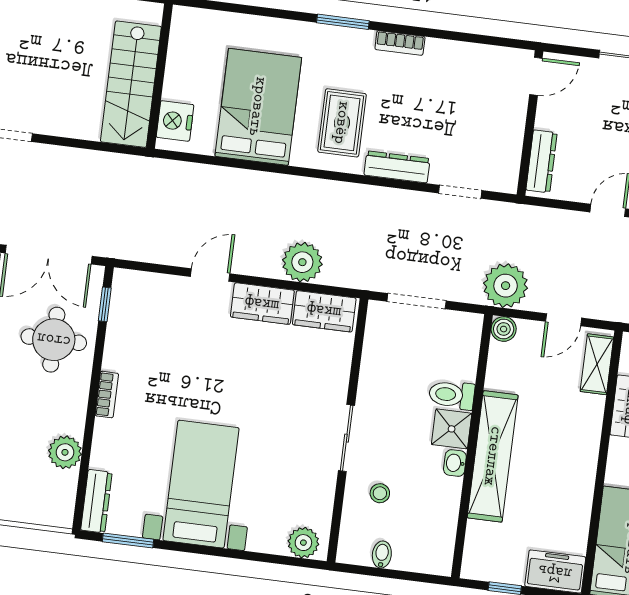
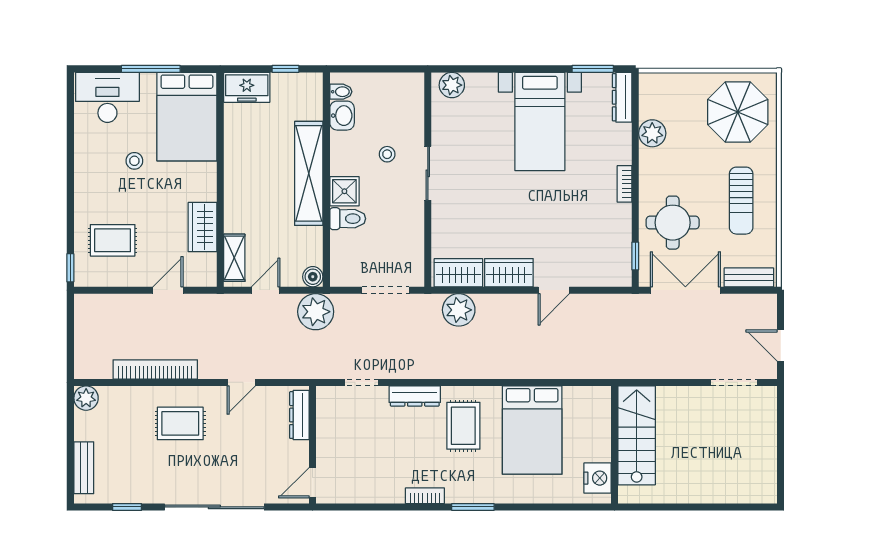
nightstand: (175, 121) -> (598, 478), moved
plant: (302, 262) -> (459, 310), moved
washbasin: (455, 463) -> (342, 116), moved, width x1.38, depth x1.45
stool: (380, 493) -> (387, 154), moved
bidet: (382, 555) -> (341, 92), moved, turned -90

